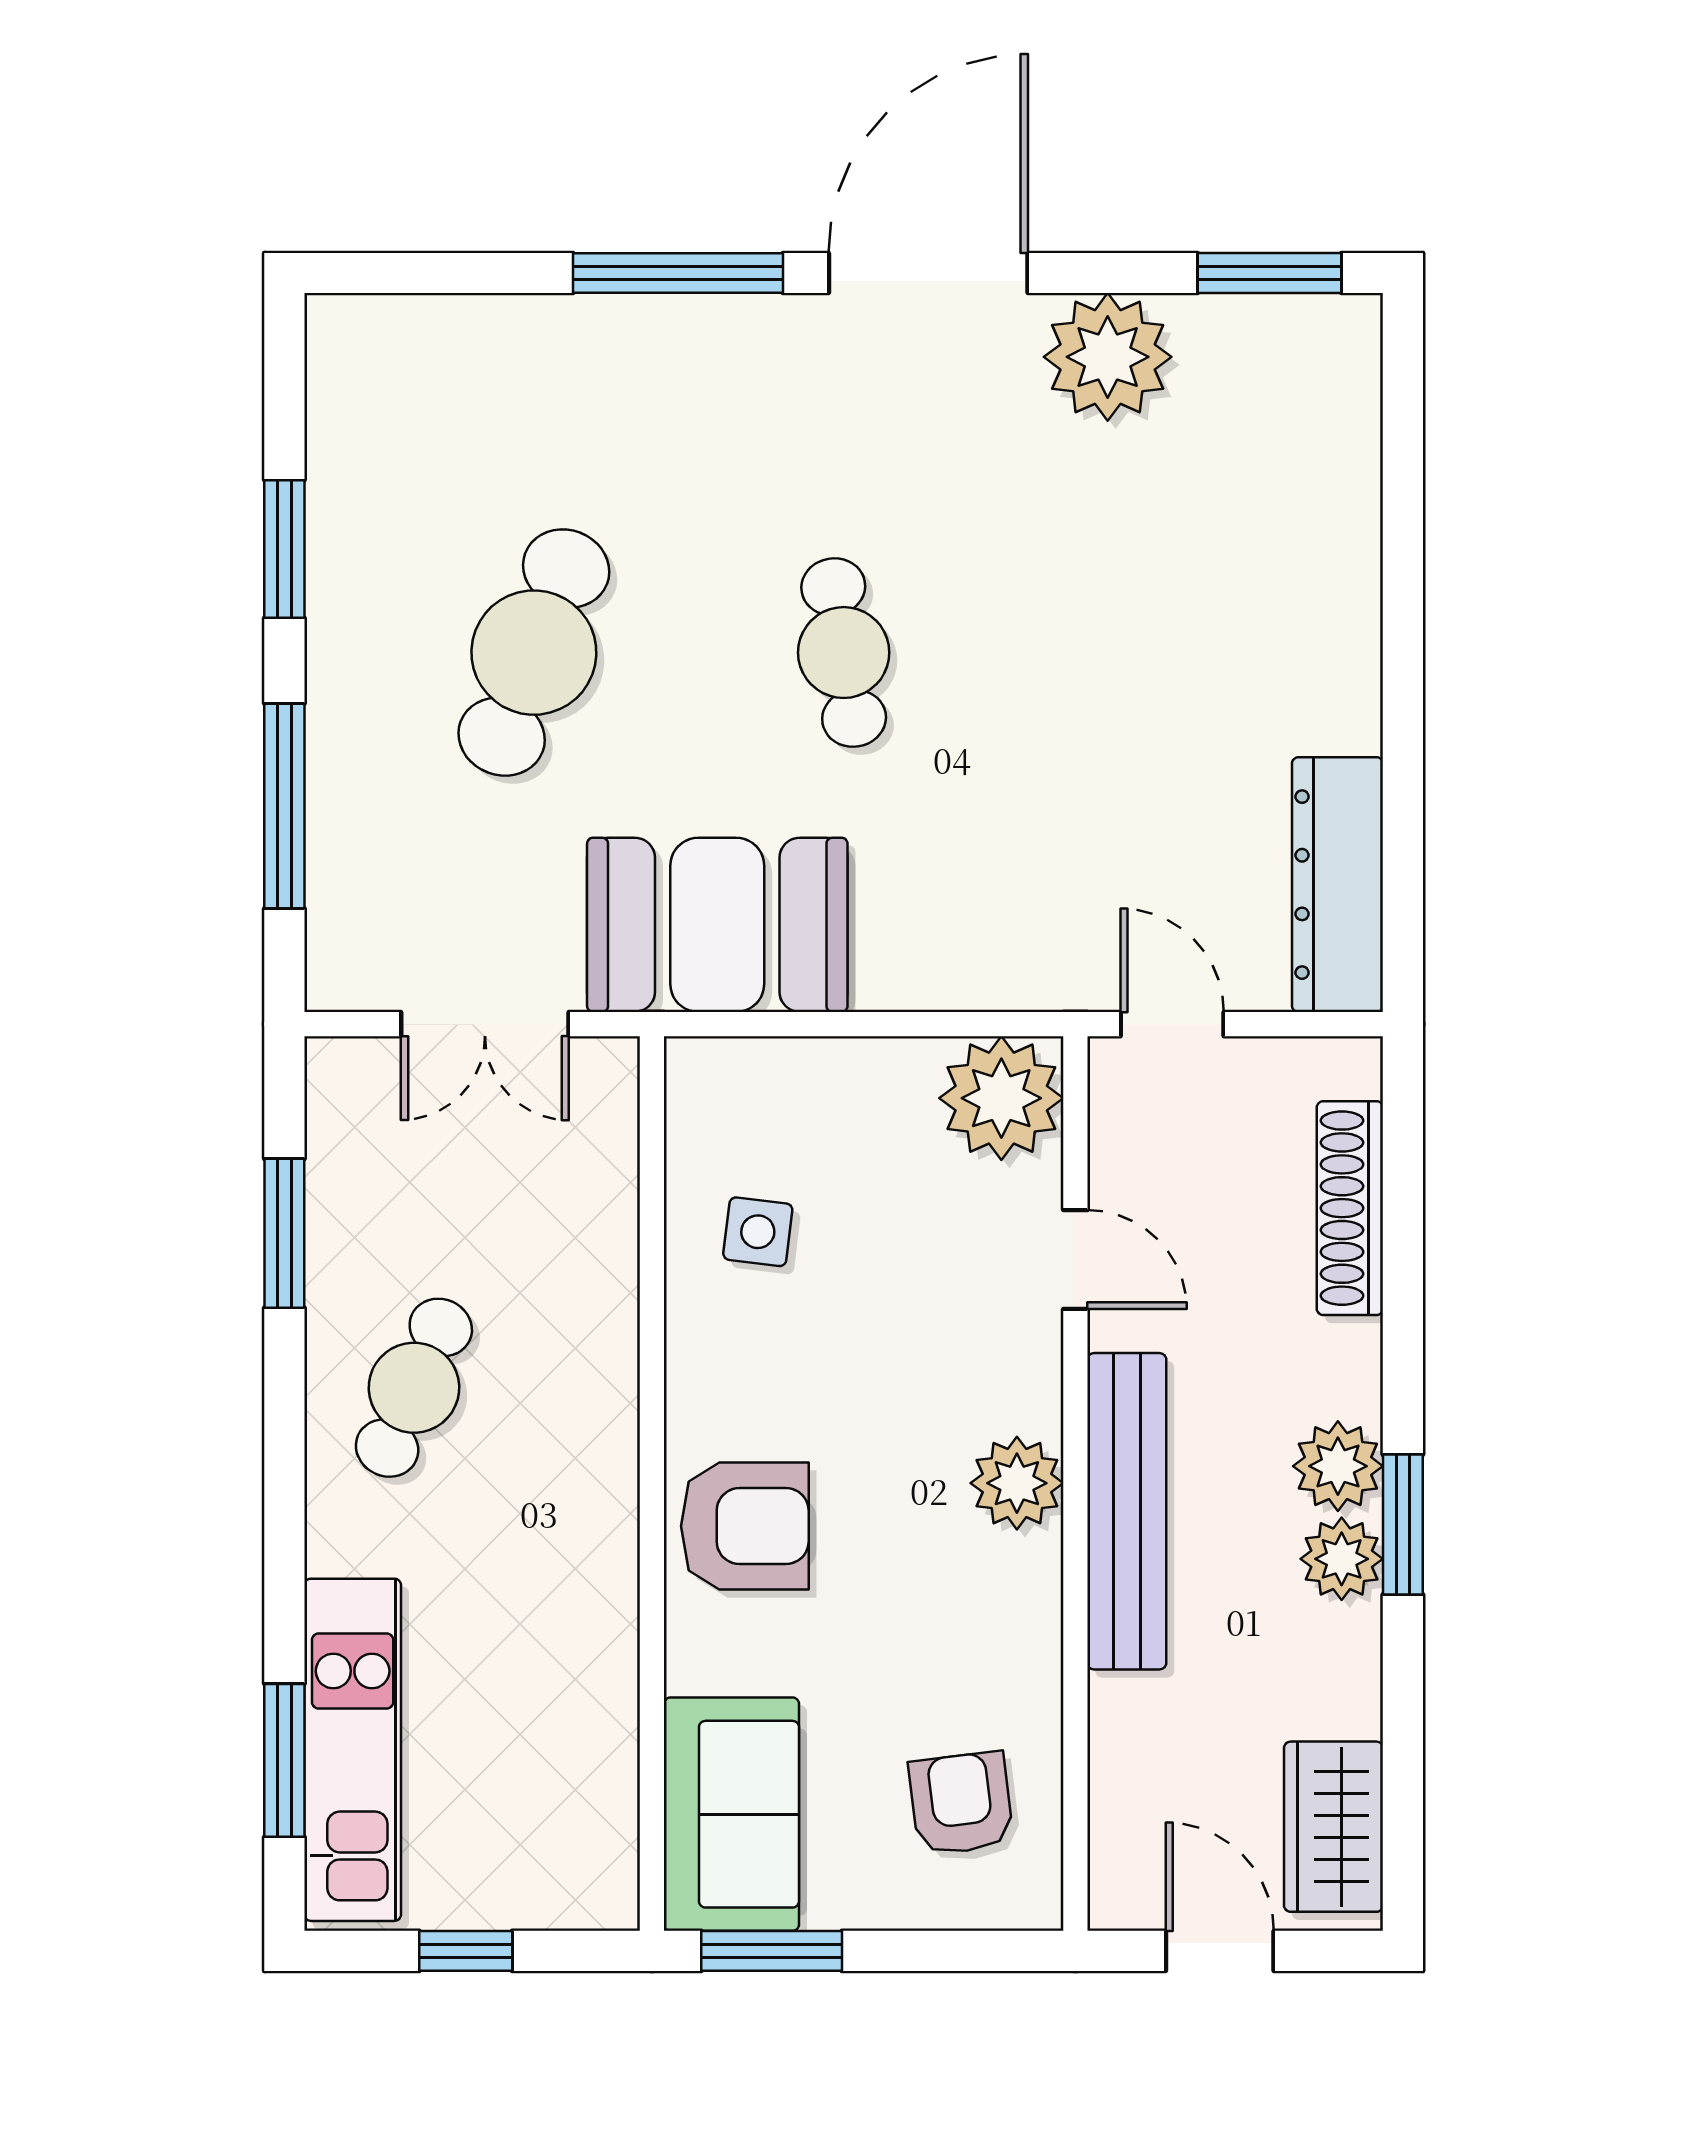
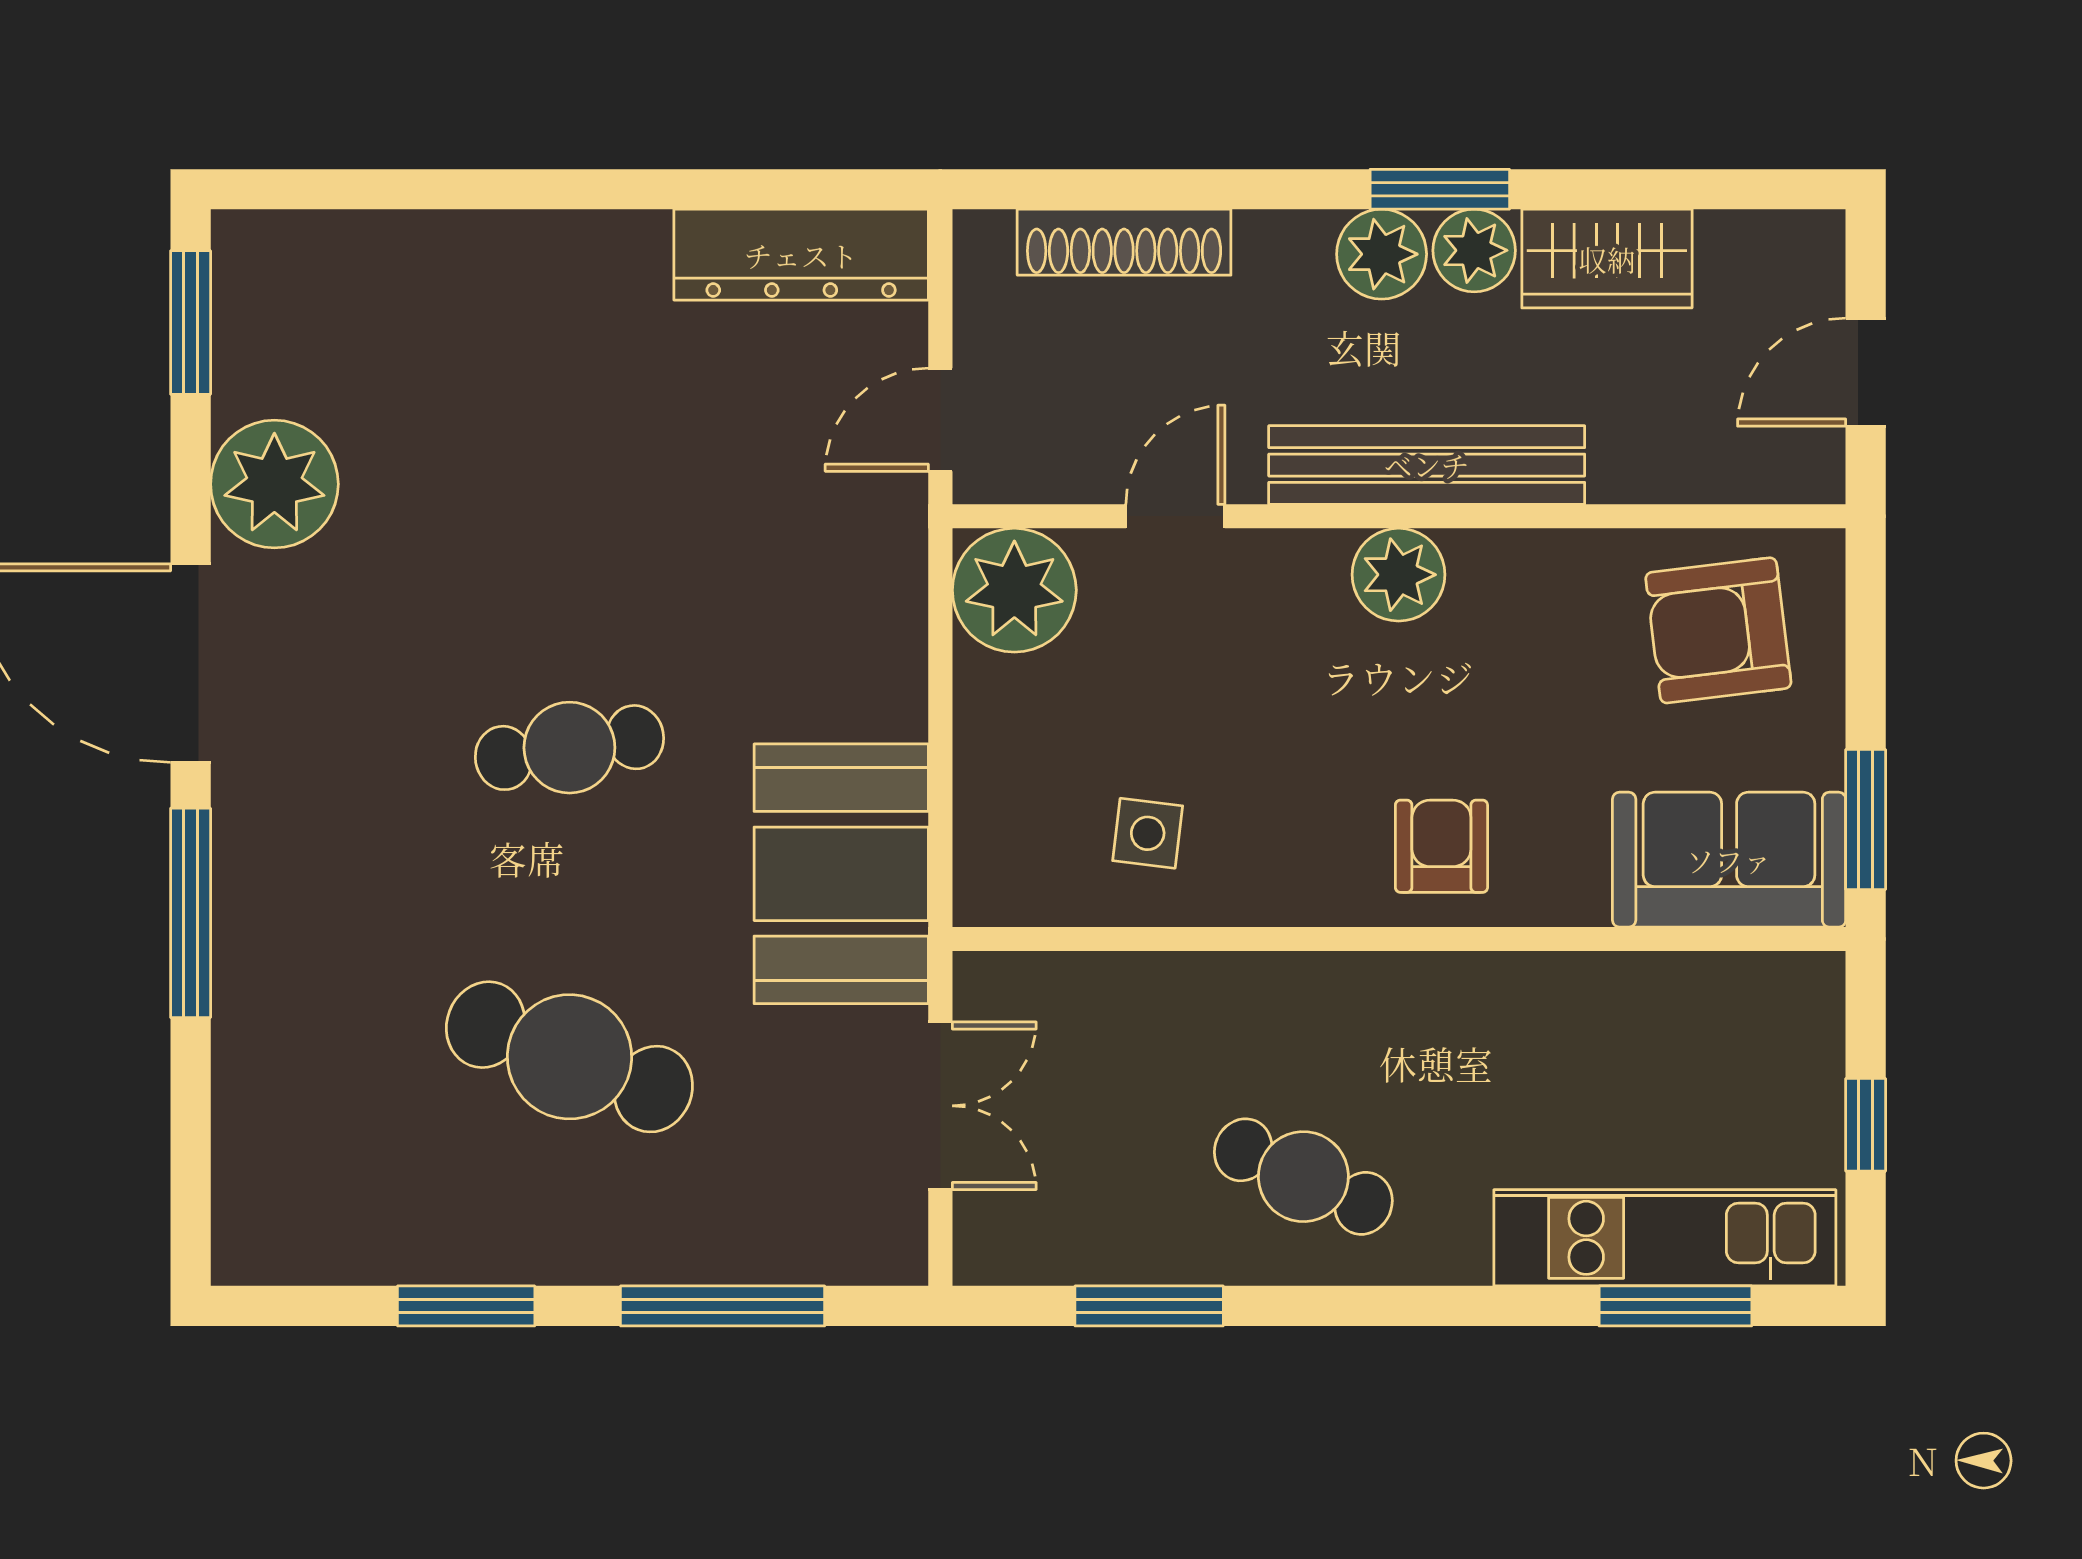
armchair: (745, 1526) -> (1441, 846), width x0.72, depth x0.72
armchair: (961, 1803) -> (1718, 630), width x1.38, depth x1.38
wardrobe: (1334, 1827) -> (1607, 259), moved

